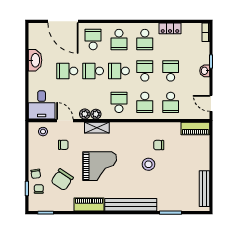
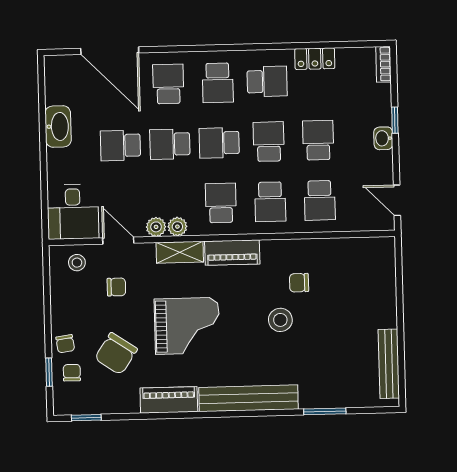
school desk: (145, 40) -> (267, 81), turned -90
piano: (195, 128) -> (232, 253), moved

